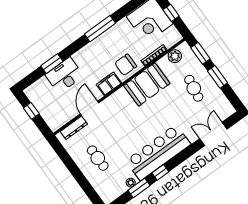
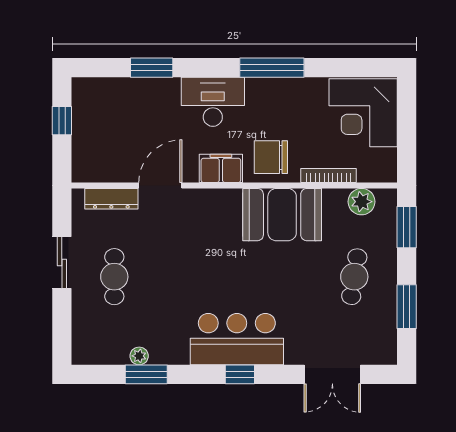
window: (171, 13) -> (407, 126), removed
desk: (64, 75) -> (213, 102), moved
window: (218, 77) -> (407, 307), moved
double door: (213, 134) -> (332, 374), swing flipped
bar counter: (158, 152) -> (237, 339), width x0.73
sliding door: (73, 168) -> (62, 262), added
window: (160, 172) -> (240, 374), moved

